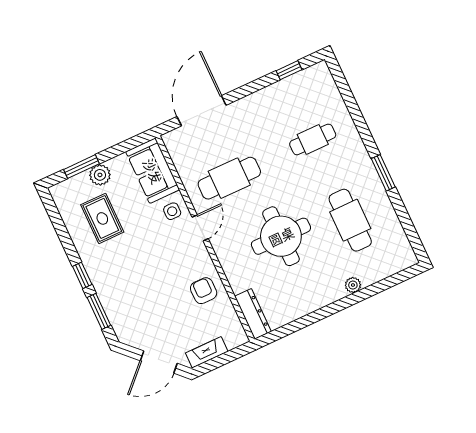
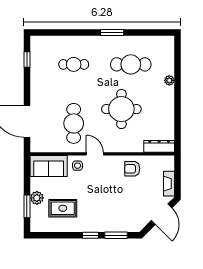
cafe table: (313, 139) -> (74, 64), turned 90

